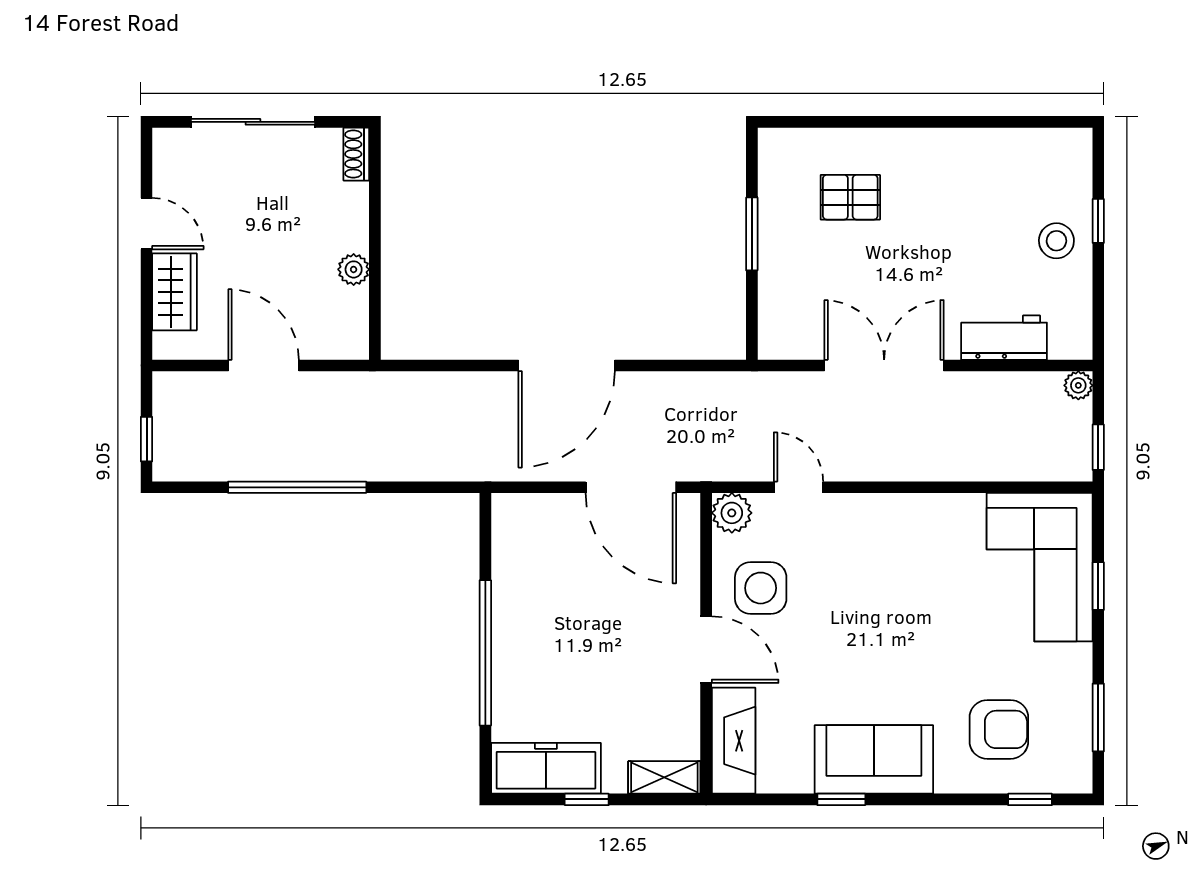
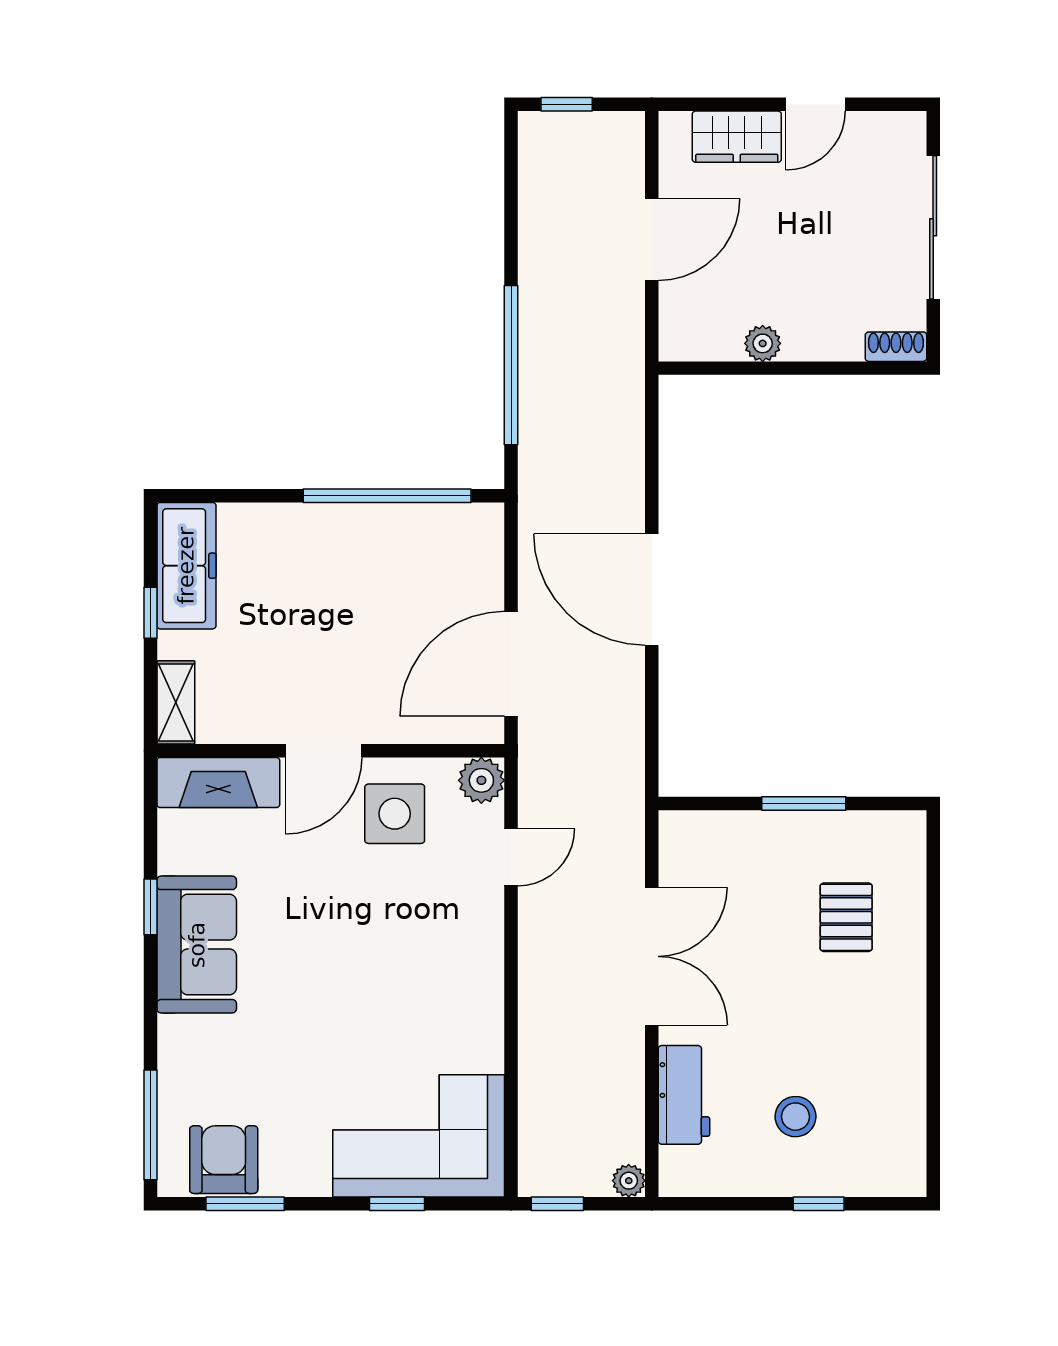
stool: (1056, 241) -> (795, 1117), moved
window: (297, 487) -> (511, 365), moved
window: (485, 653) -> (387, 496), moved
armchair: (999, 729) -> (224, 1160), moved, turned 180
window: (1030, 799) -> (150, 1125), width x2.17

